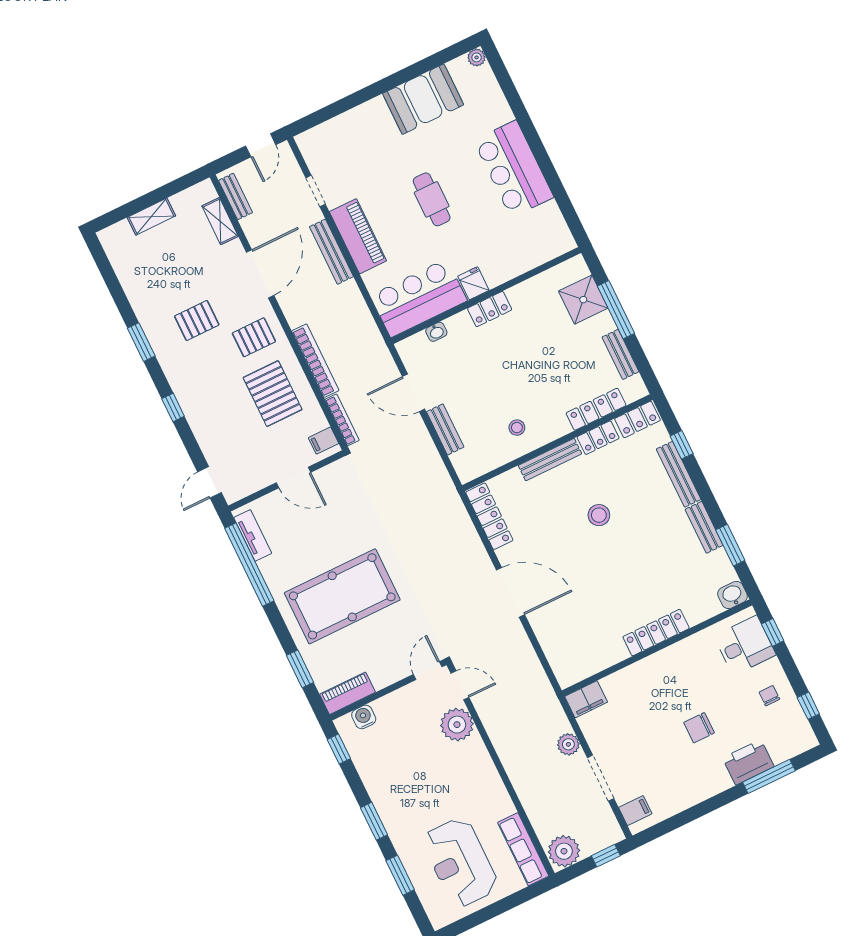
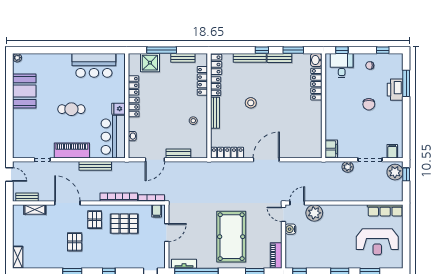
bar counter: (514, 169) -> (94, 65), moved
shelving: (151, 217) -> (18, 257), moved
bench: (331, 252) -> (95, 166), moved
locker: (528, 290) -> (134, 85), added
window: (682, 445) -> (262, 50), moved
locker: (656, 633) -> (316, 84), moved
water cooler: (364, 717) -> (290, 229), moved
plant: (564, 851) -> (395, 172), moved

